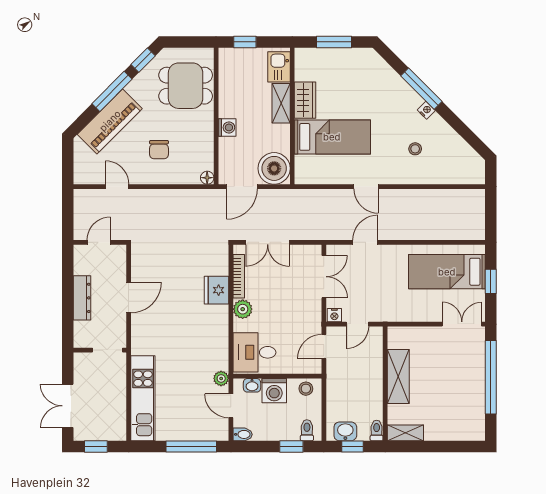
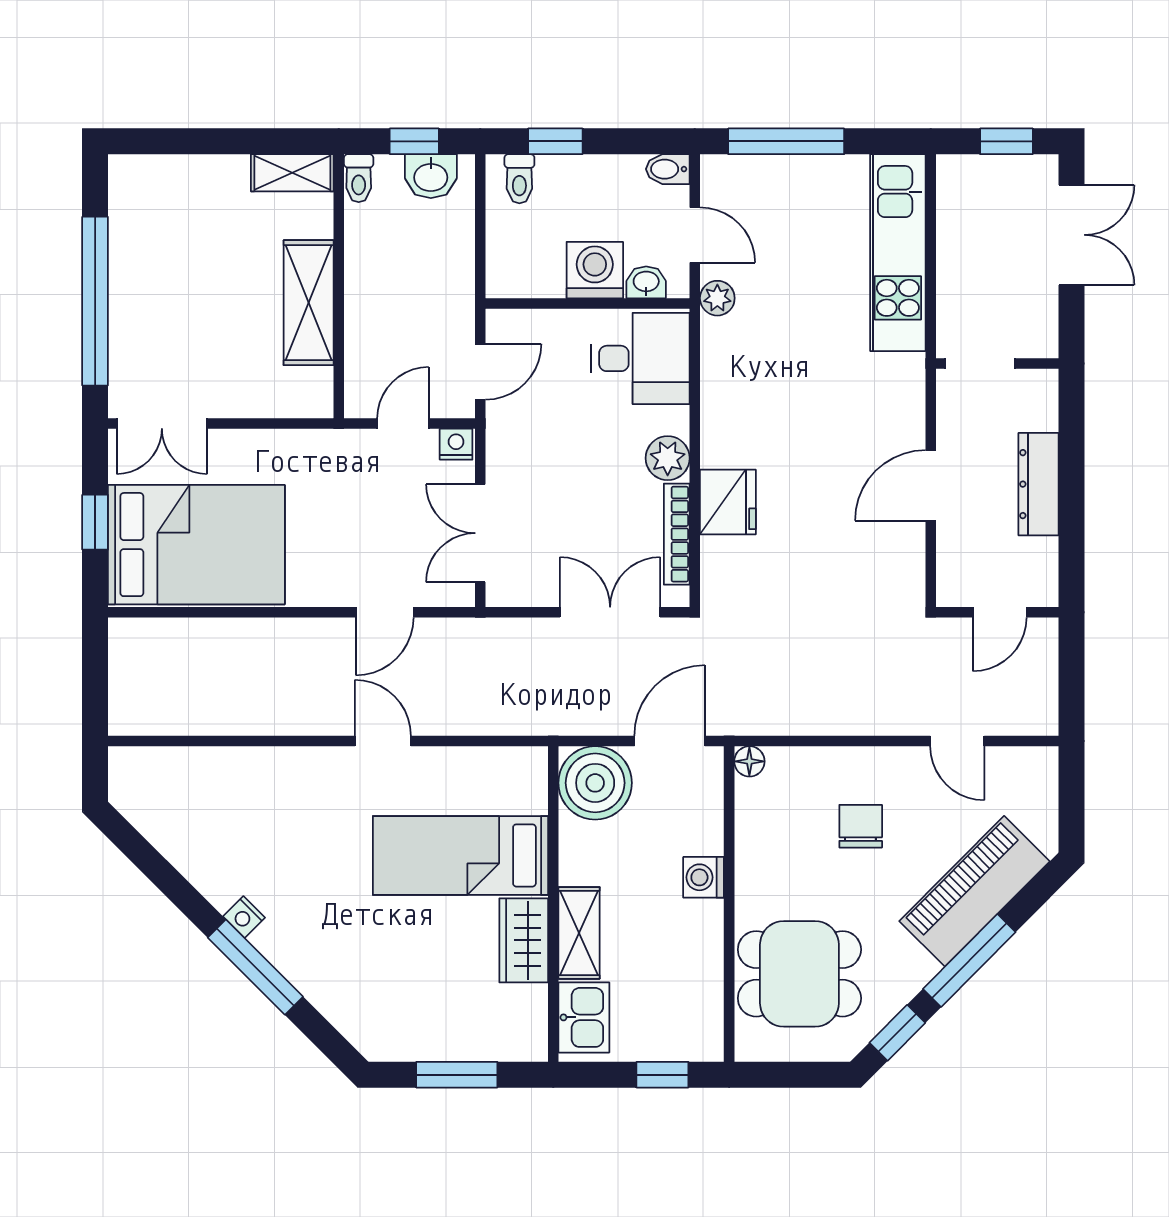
stool: (415, 149) -> (270, 828), removed
bed: (447, 272) -> (196, 545), width x1.50
stool: (306, 389) -> (522, 275), removed

